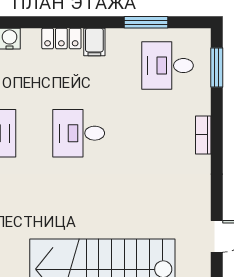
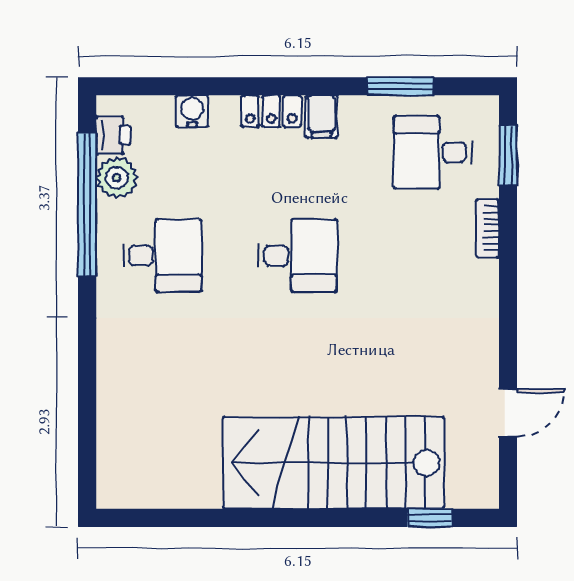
desk: (79, 133) -> (298, 255), turned 180
bookcase: (203, 135) -> (488, 228), moved

